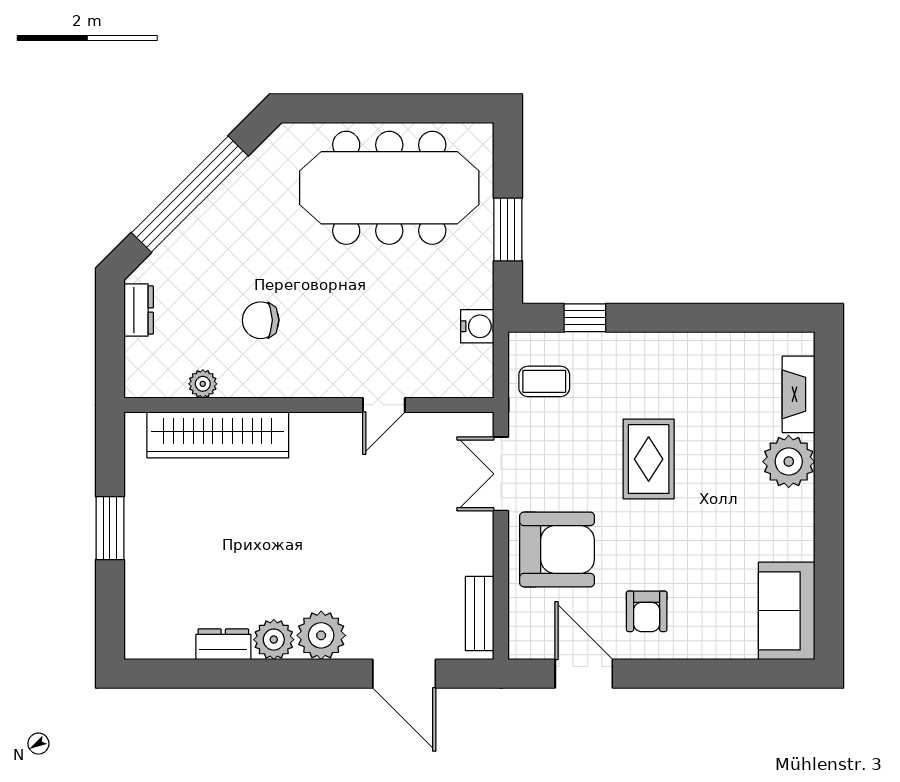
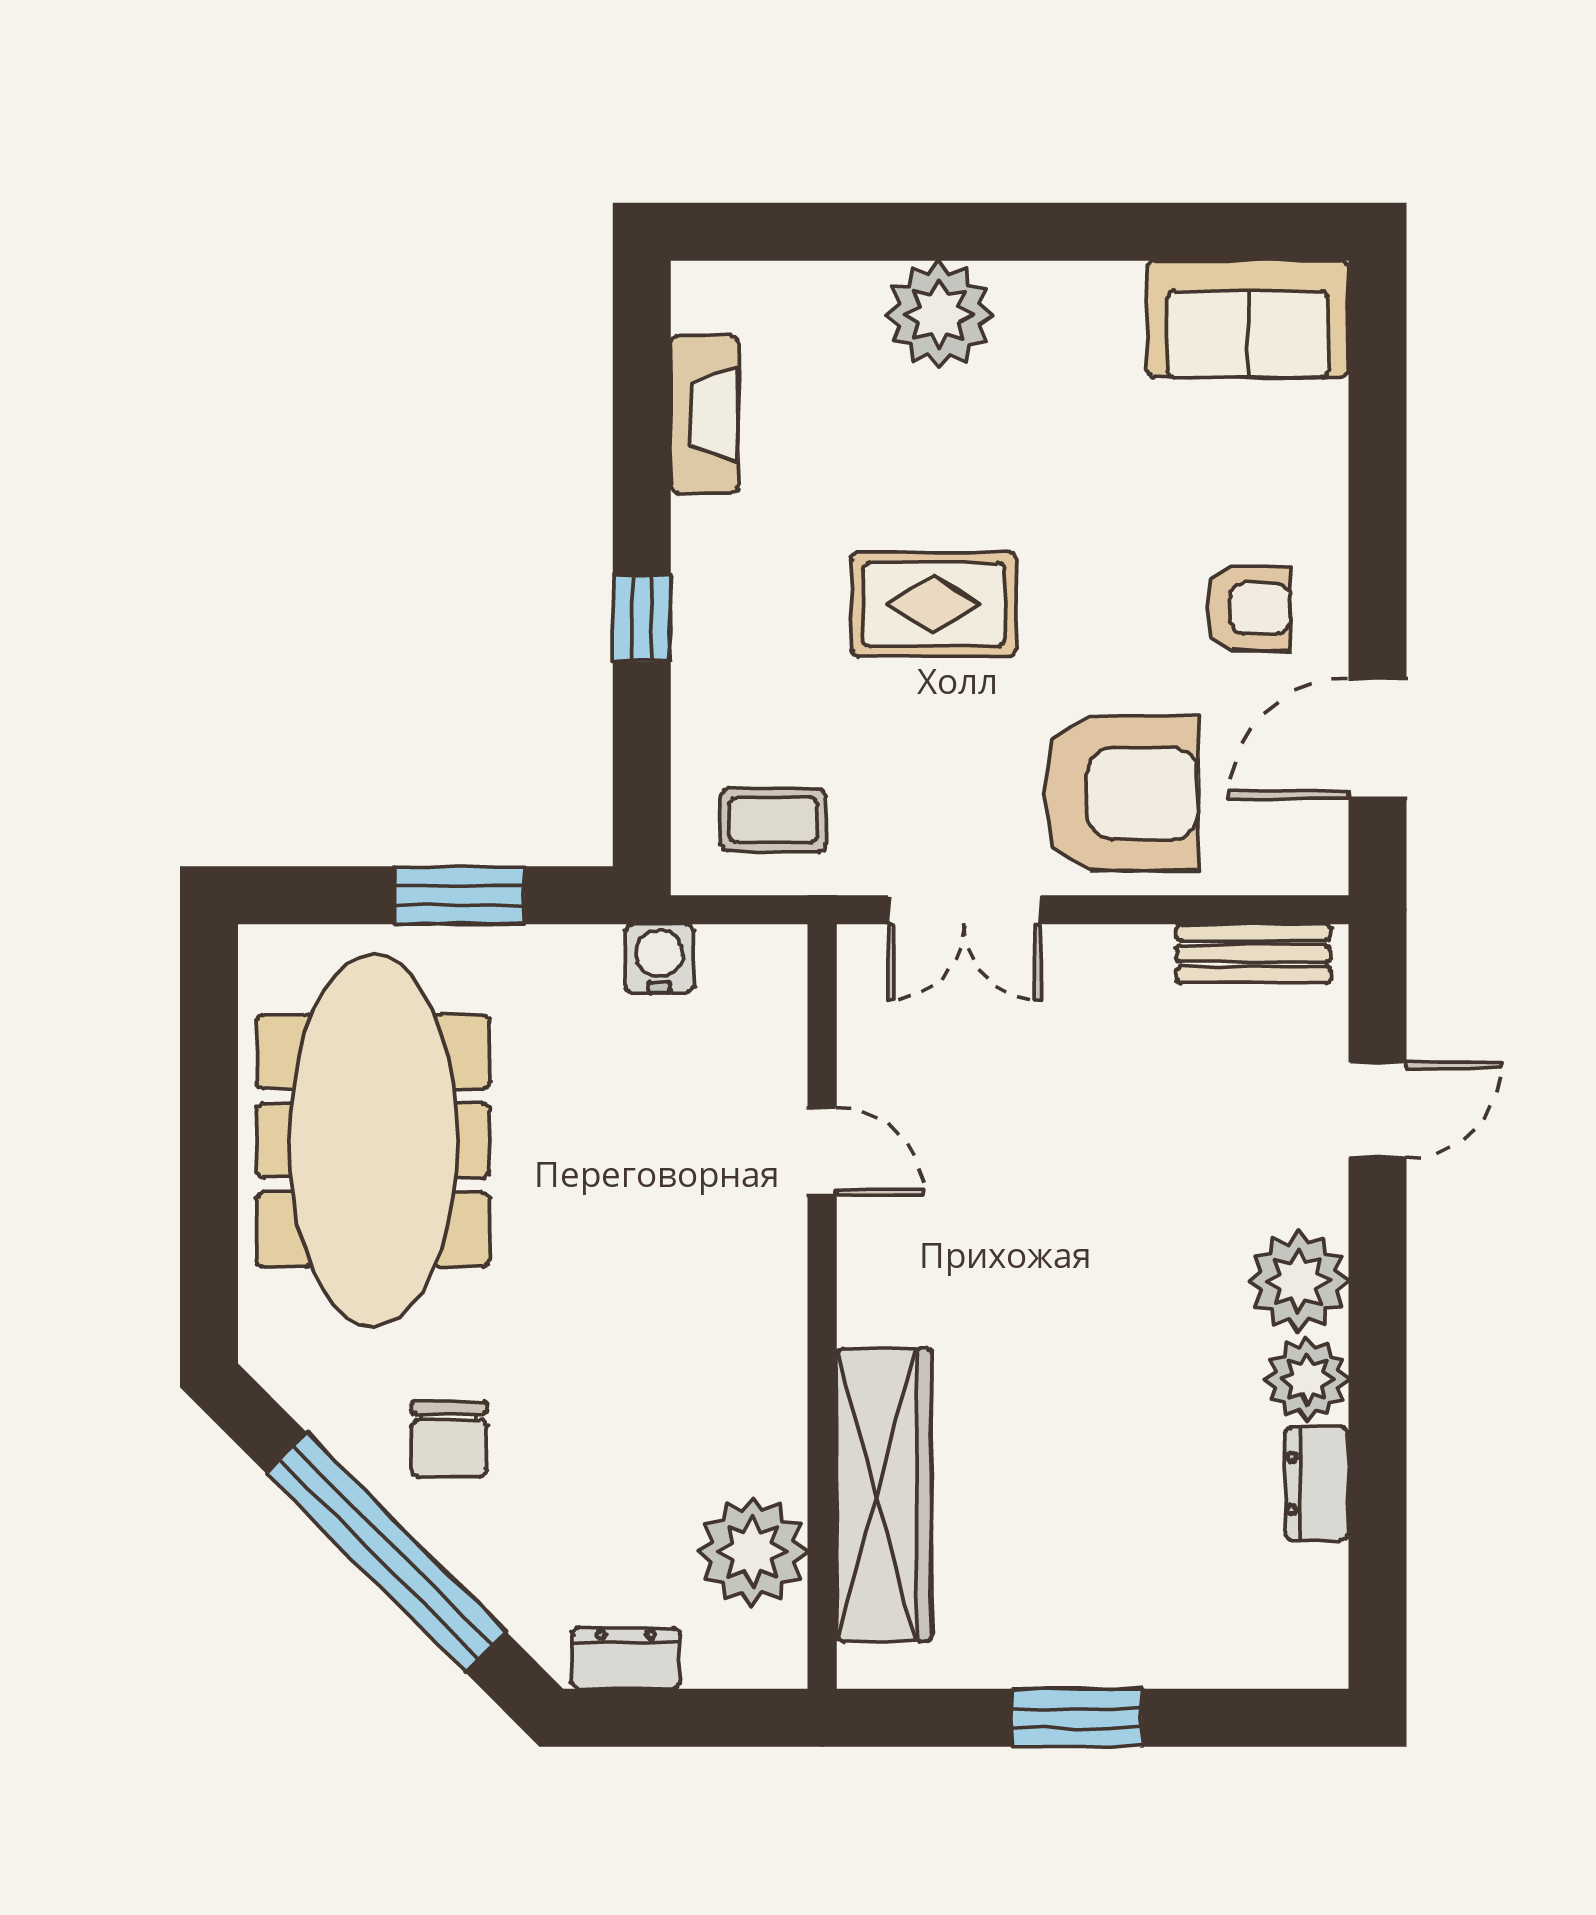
window: (585, 318) -> (642, 618), moved
chair: (261, 320) -> (449, 1439), moved
coffee table: (544, 381) -> (773, 820), turned 90
plant: (203, 384) -> (753, 1552), width x1.88, depth x1.88
fireplace: (799, 394) -> (704, 414), moved, turned -90
armchair: (557, 550) -> (1121, 794), turned 90
door: (404, 674) -> (1378, 1110), width x0.73

